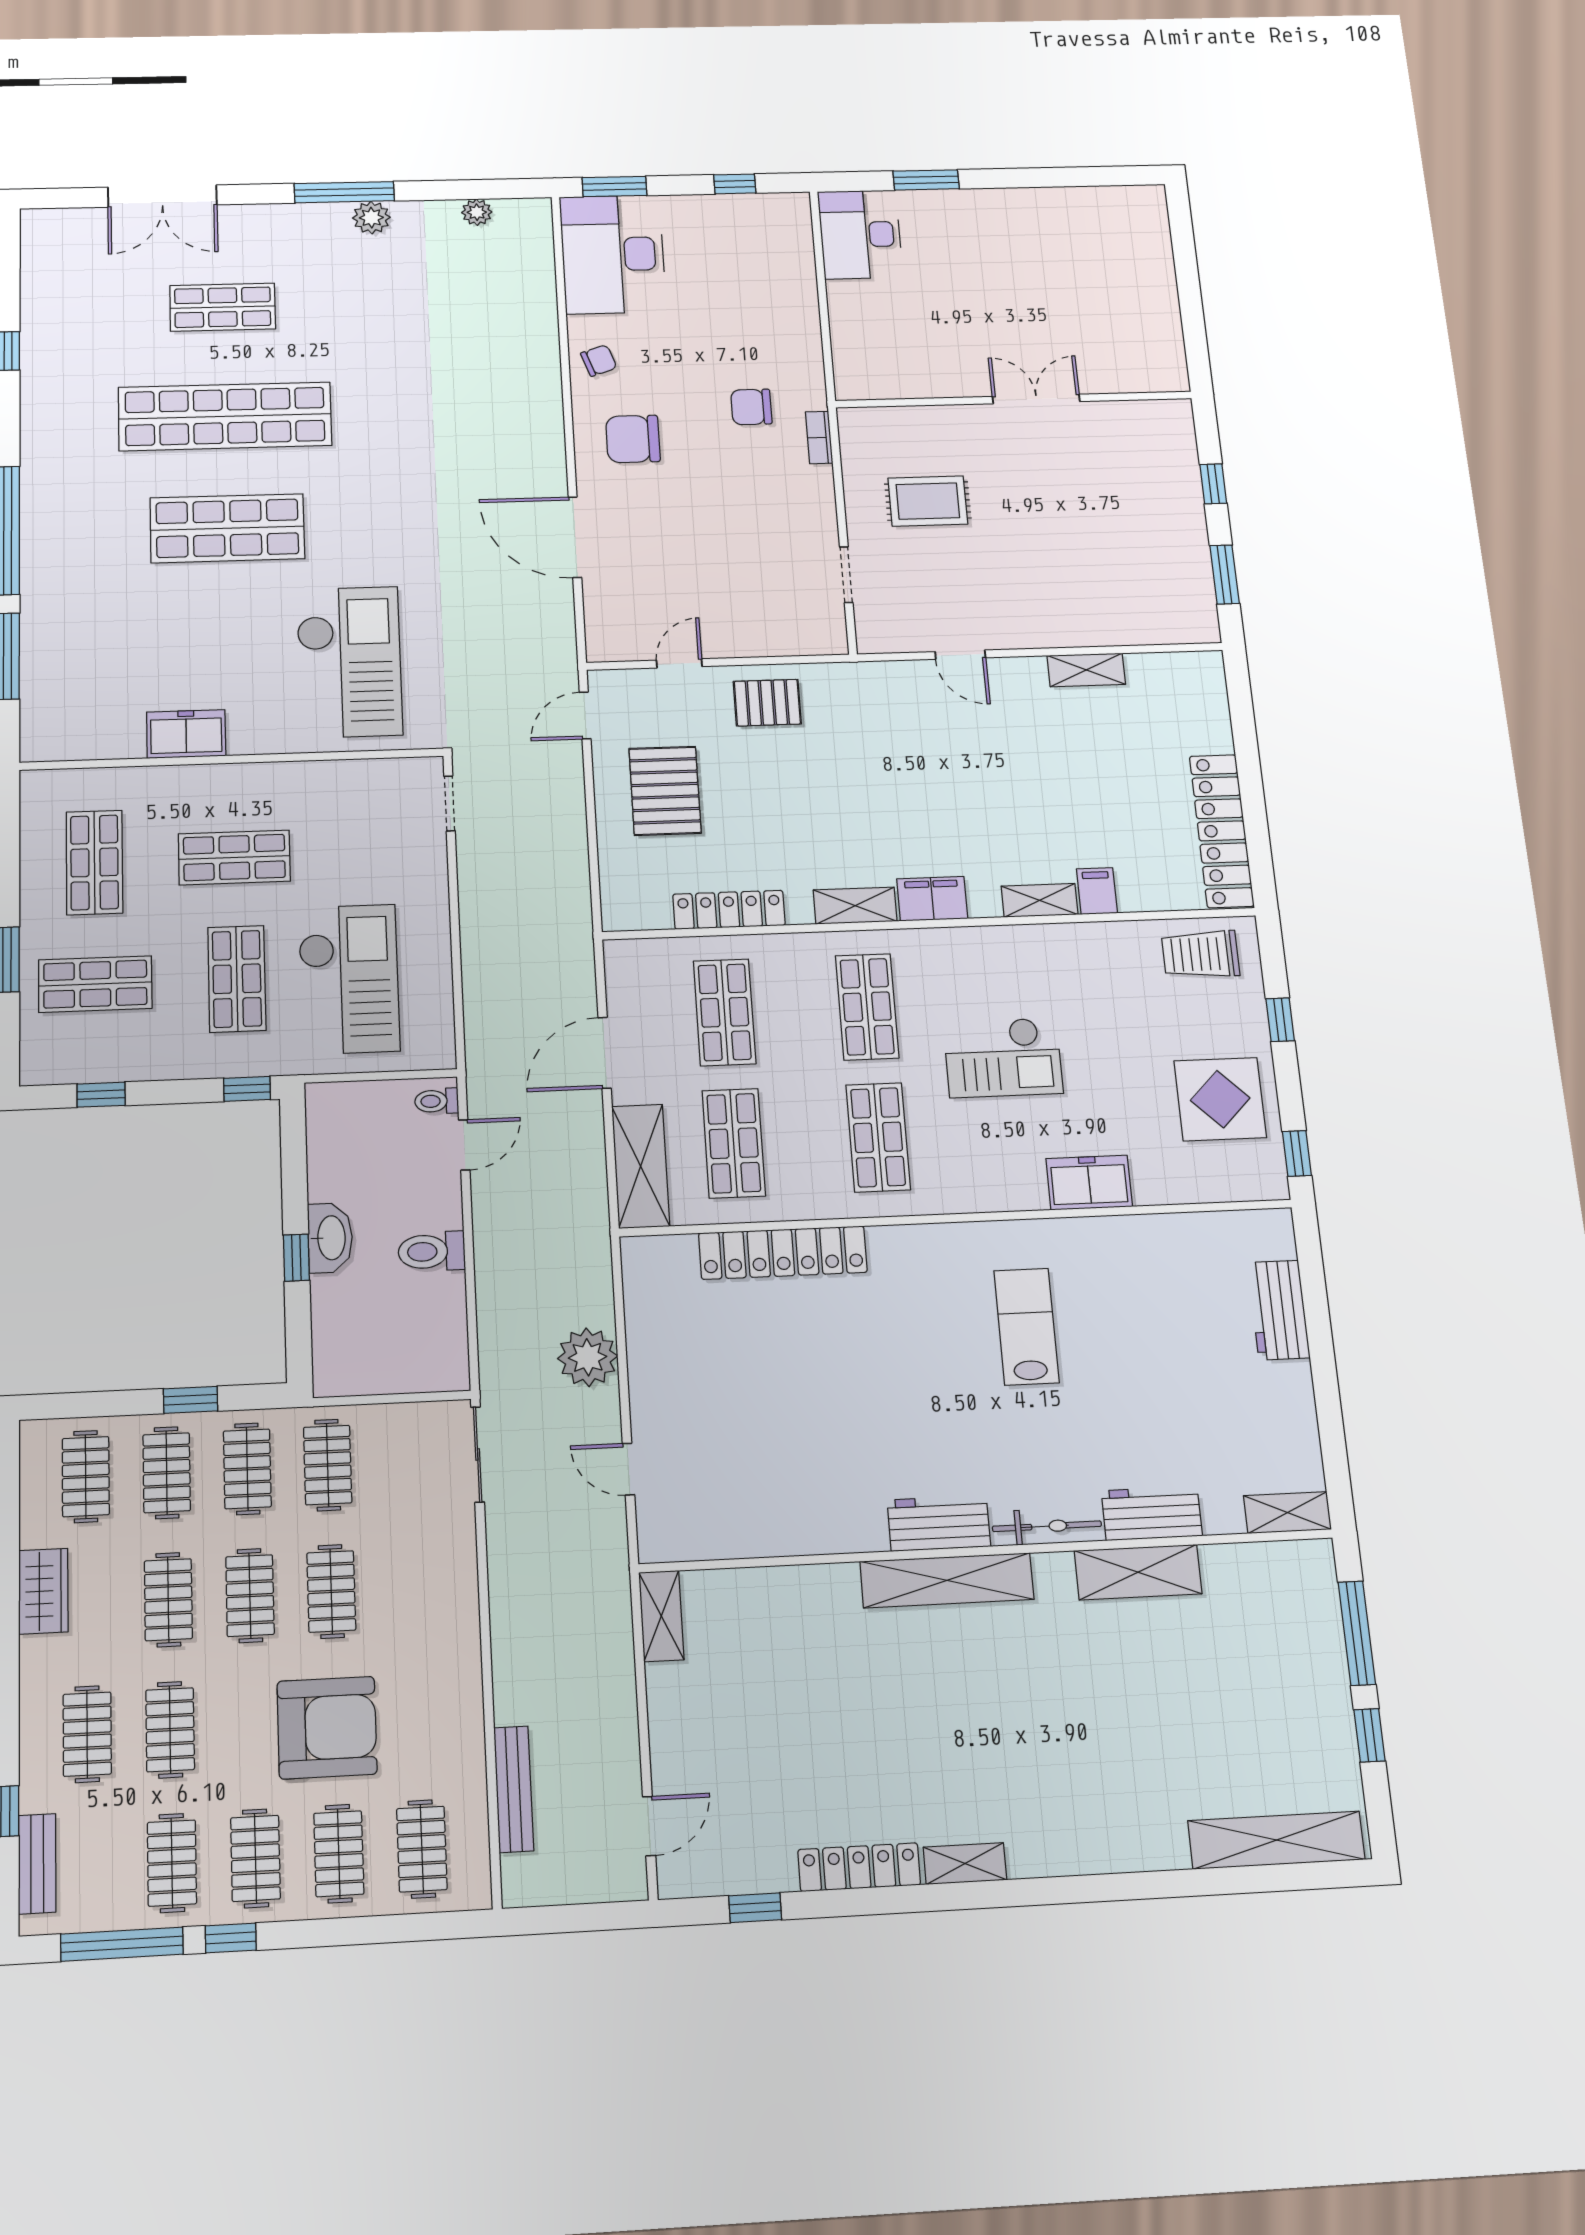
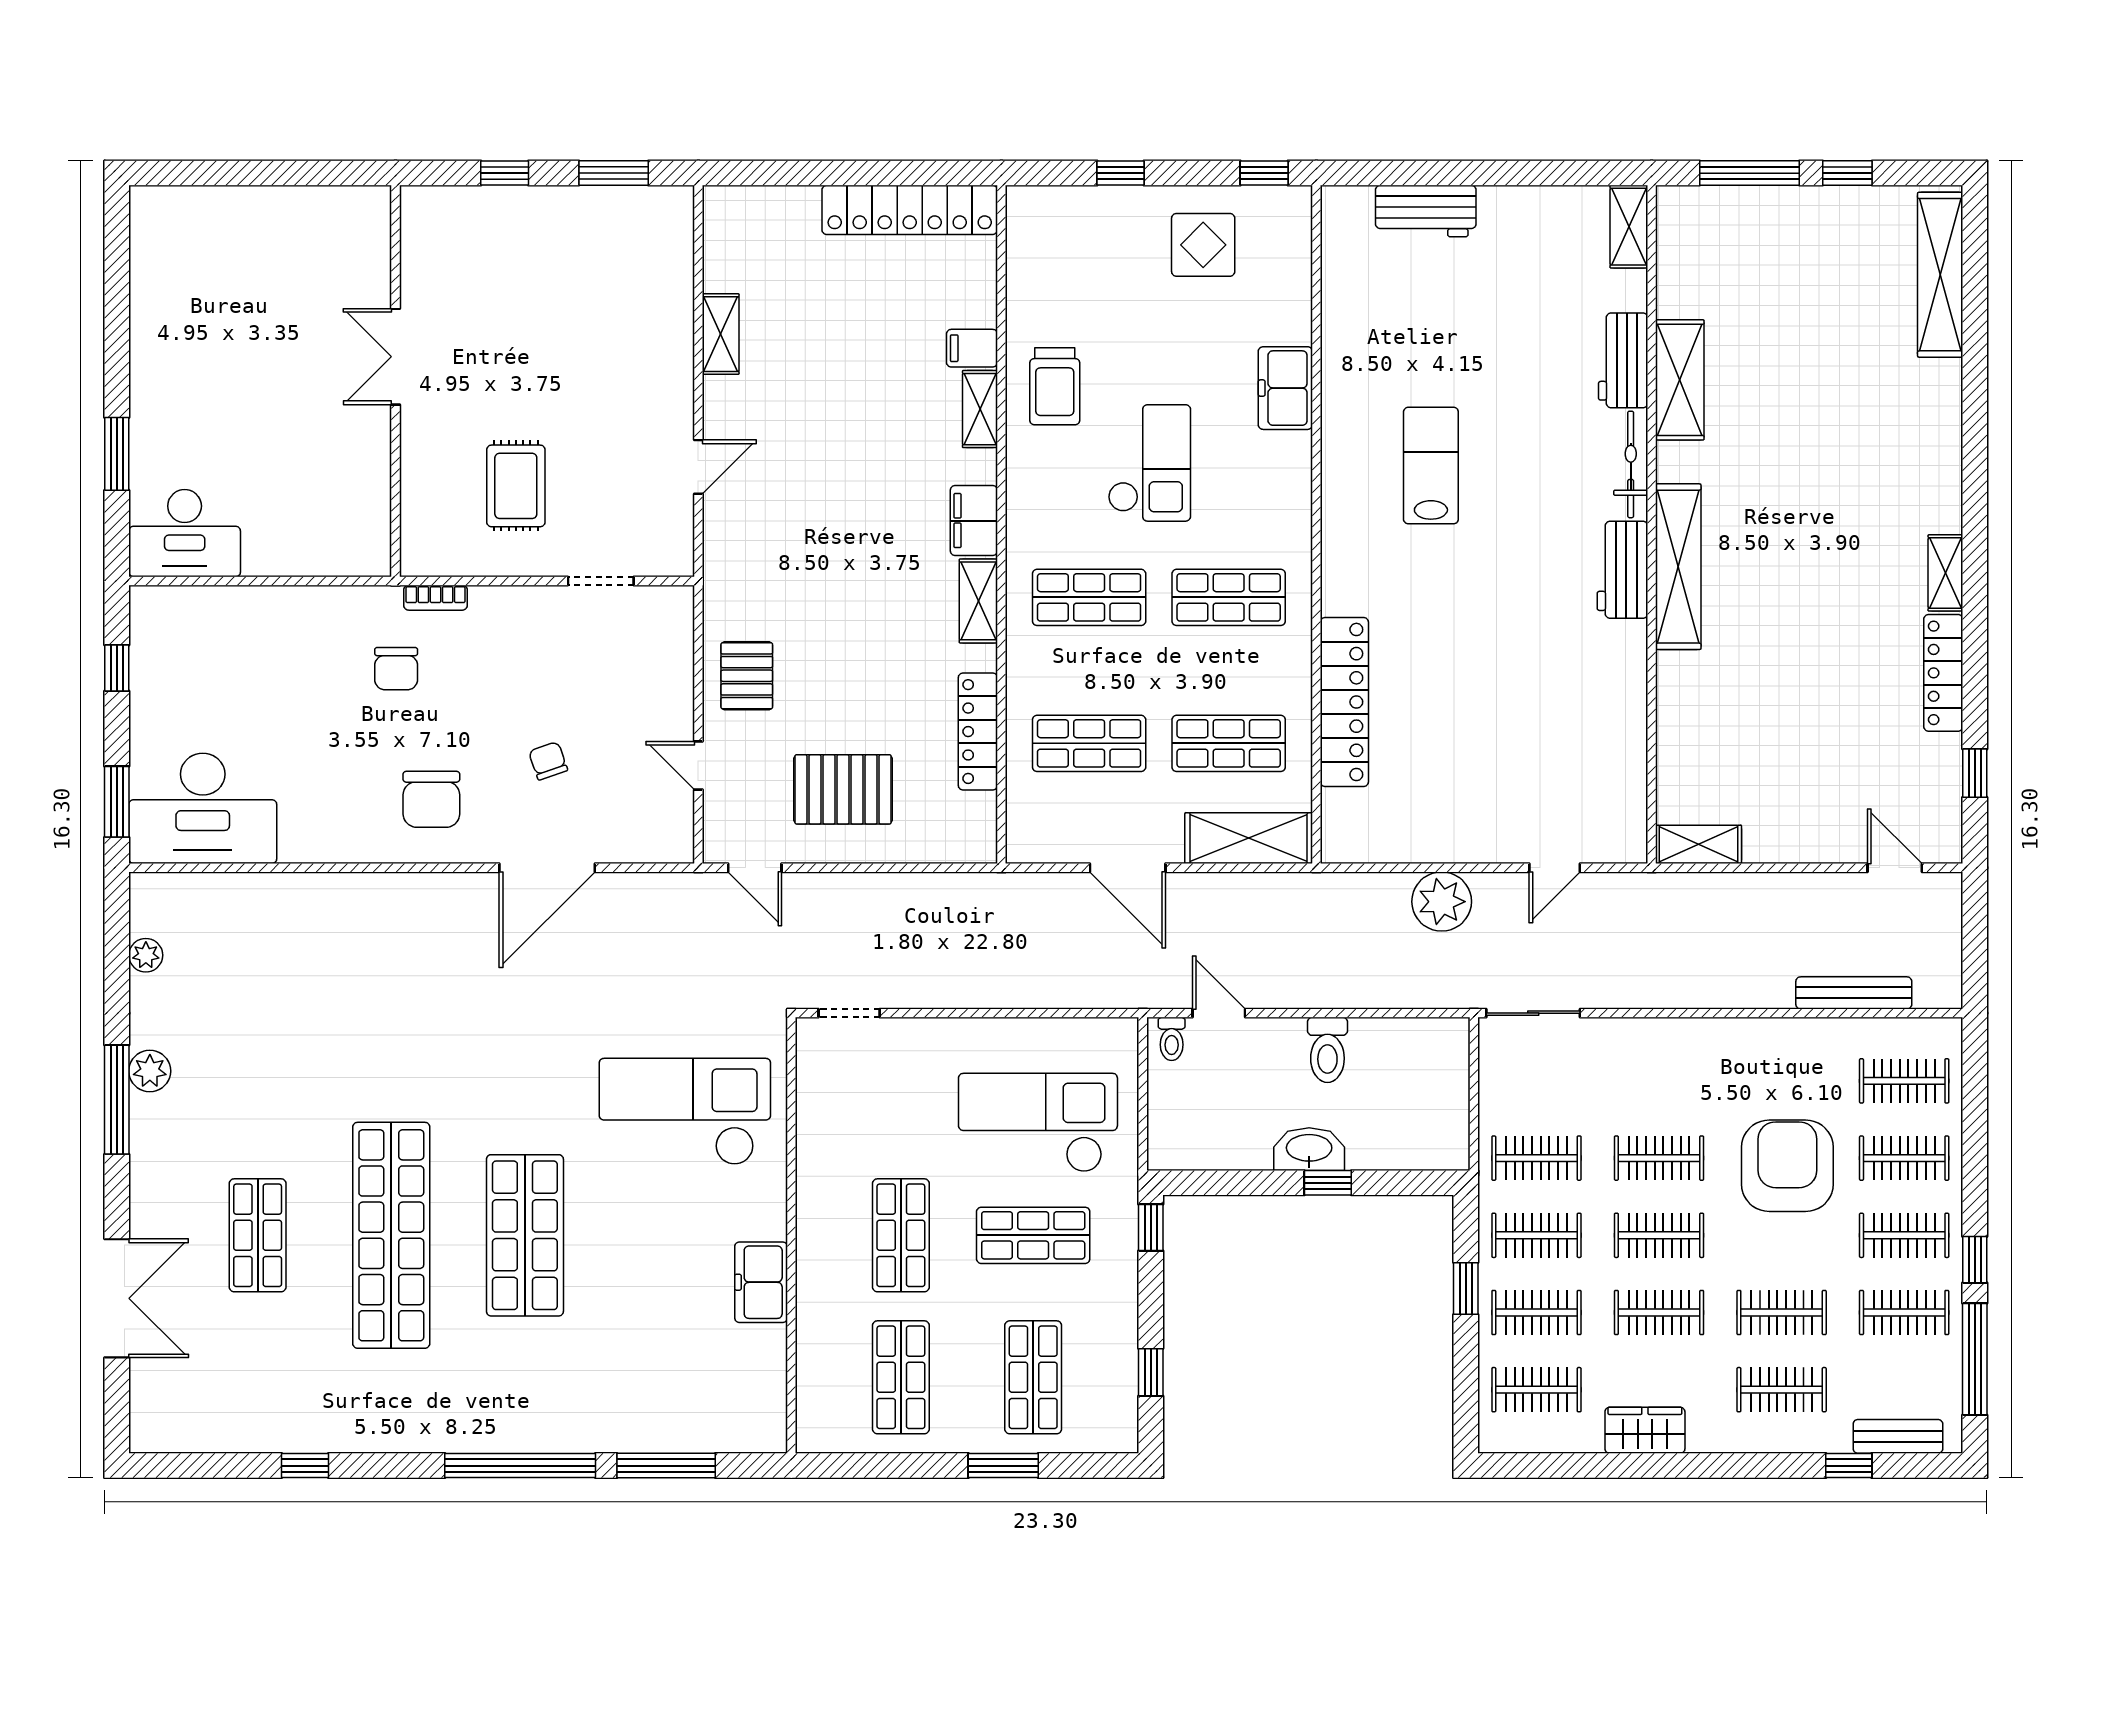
chair: (599, 360) -> (548, 761), moved
shop shelf: (94, 862) -> (901, 1377), turned 90
trolley: (1201, 954) -> (1055, 386), moved
display table: (1220, 1099) -> (1203, 245), width x0.73, depth x0.73
lab bench: (1026, 1327) -> (1431, 466), turned 90

